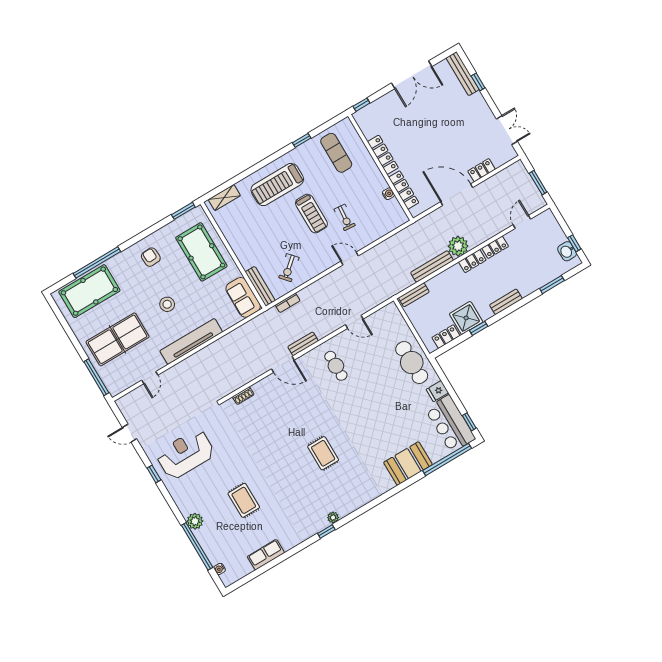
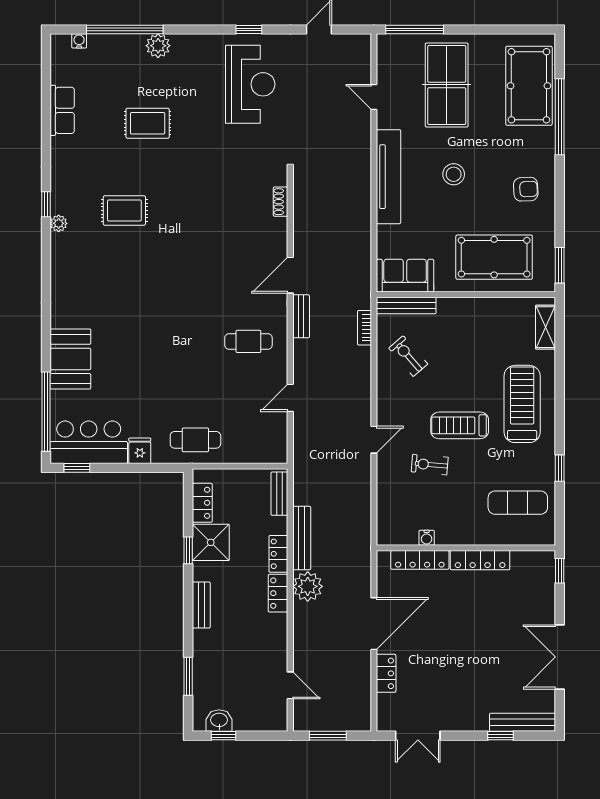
locker: (495, 247) -> (278, 554), moved
cafe table: (412, 363) -> (195, 440), width x0.73, depth x0.74
rug: (323, 453) -> (124, 211), moved

